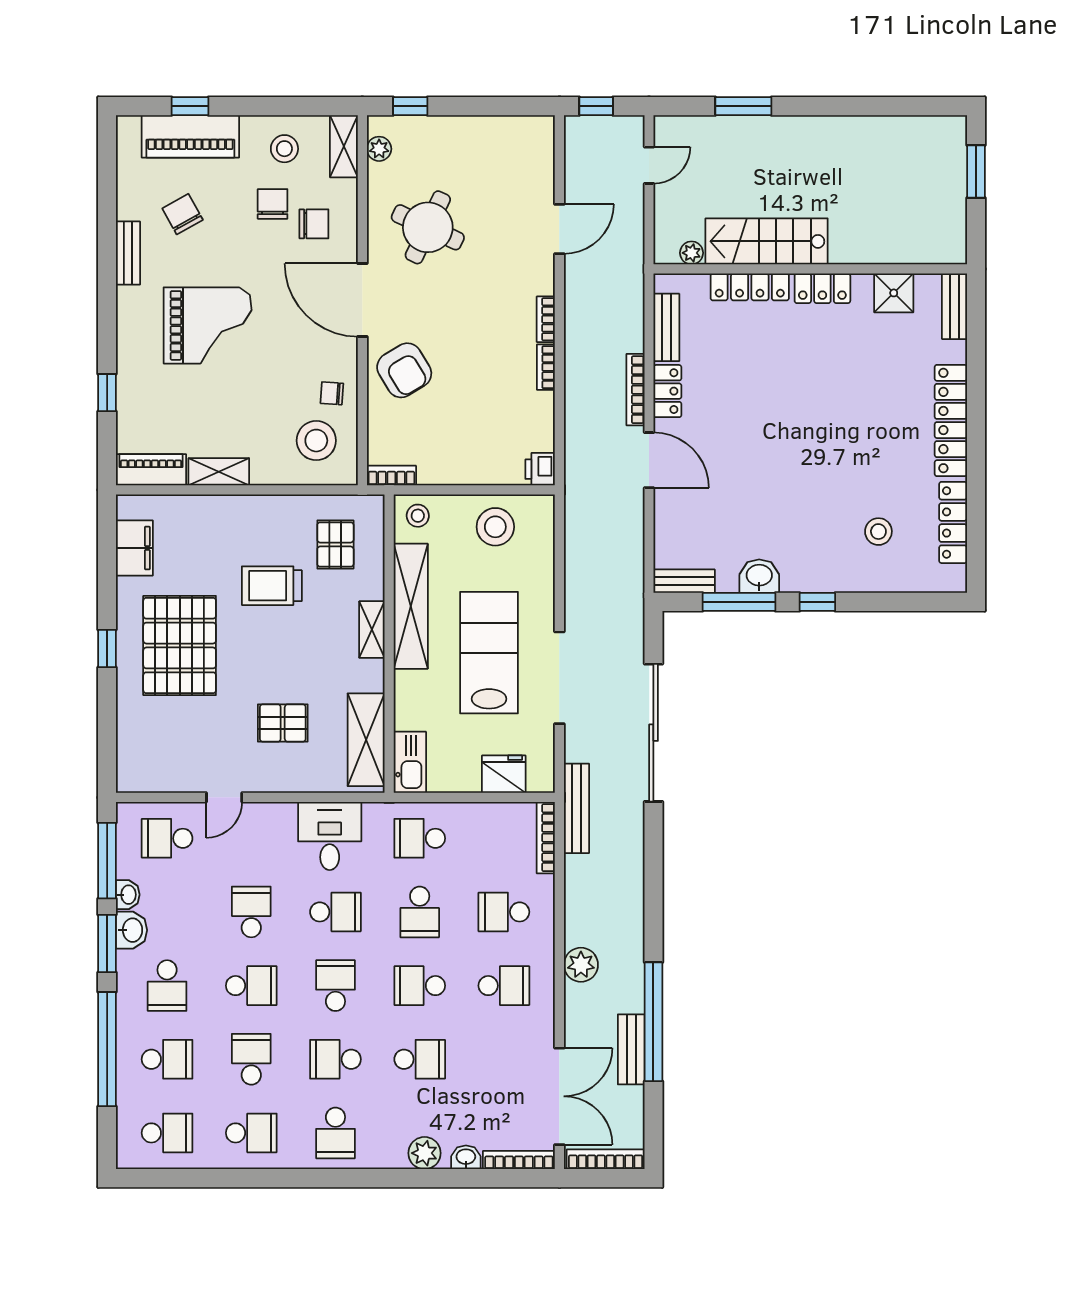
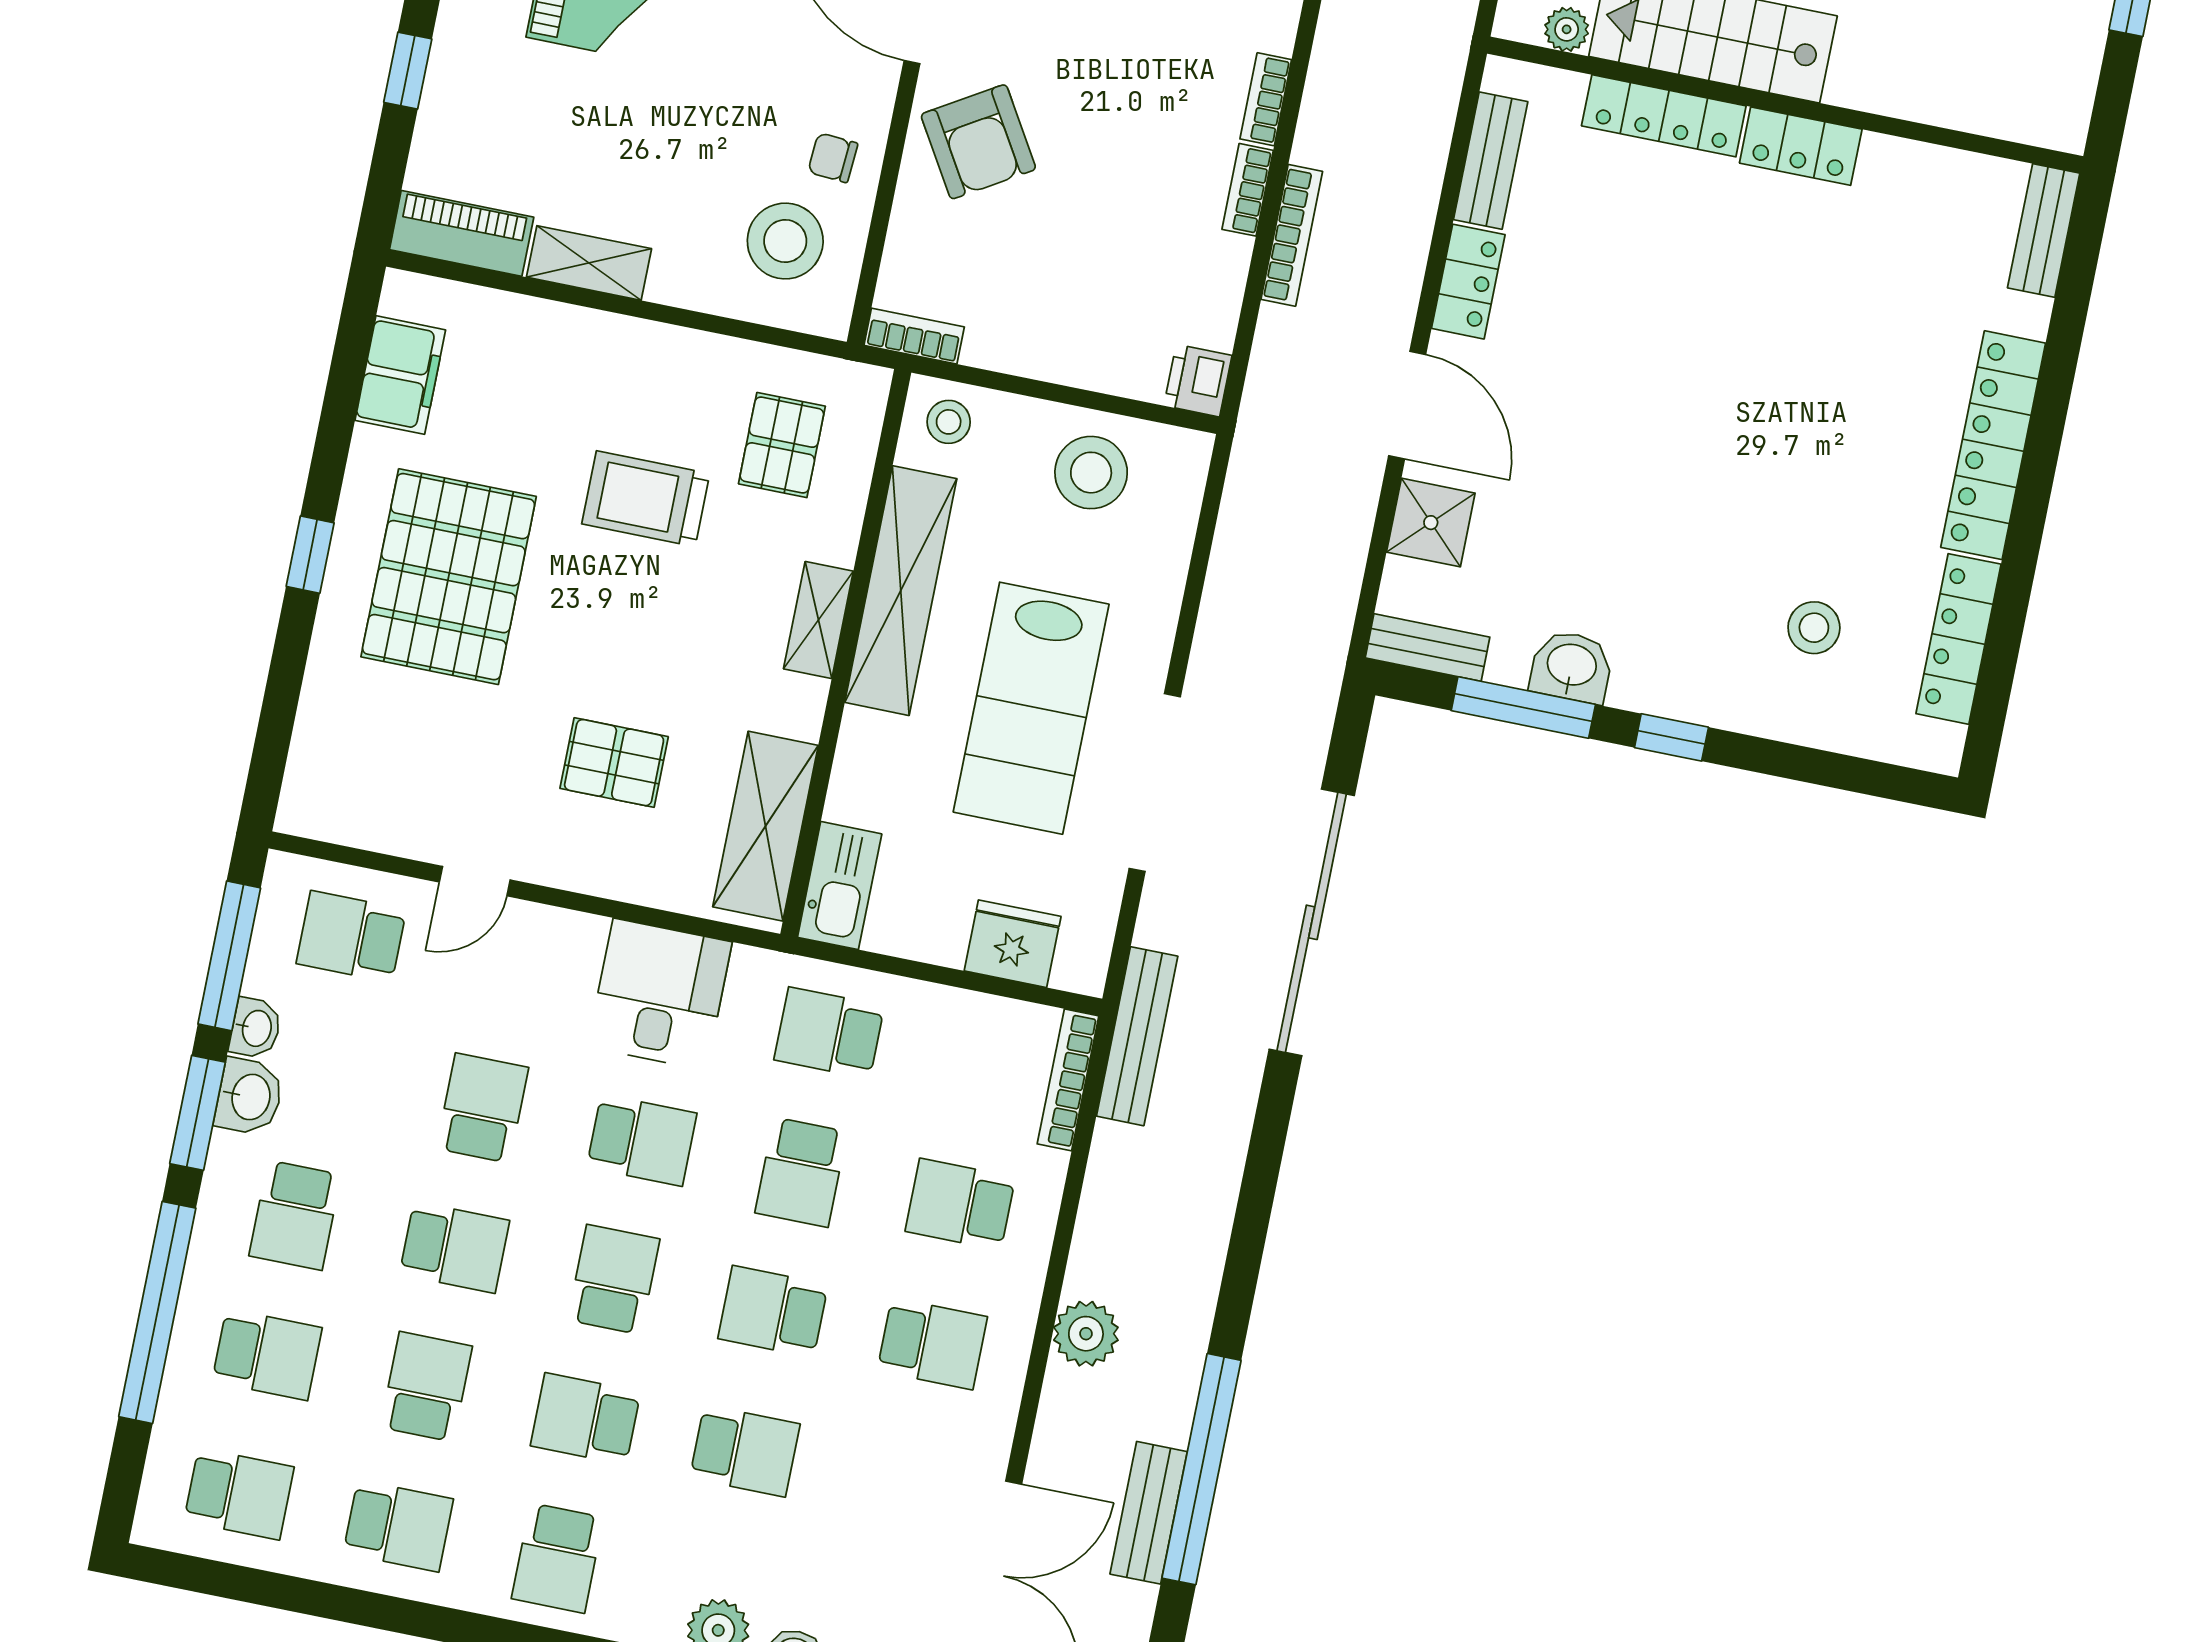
shower: (894, 293) -> (1431, 523), moved
bookcase: (635, 390) -> (1292, 235), moved, turned 180
lab bench: (489, 653) -> (1031, 708), turned 180

